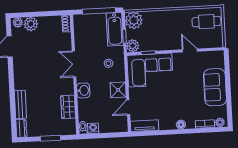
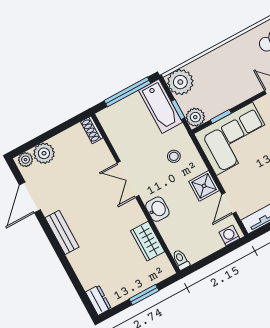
bench: (20, 104) -> (62, 232), moved
washing machine: (93, 128) -> (229, 235), moved

